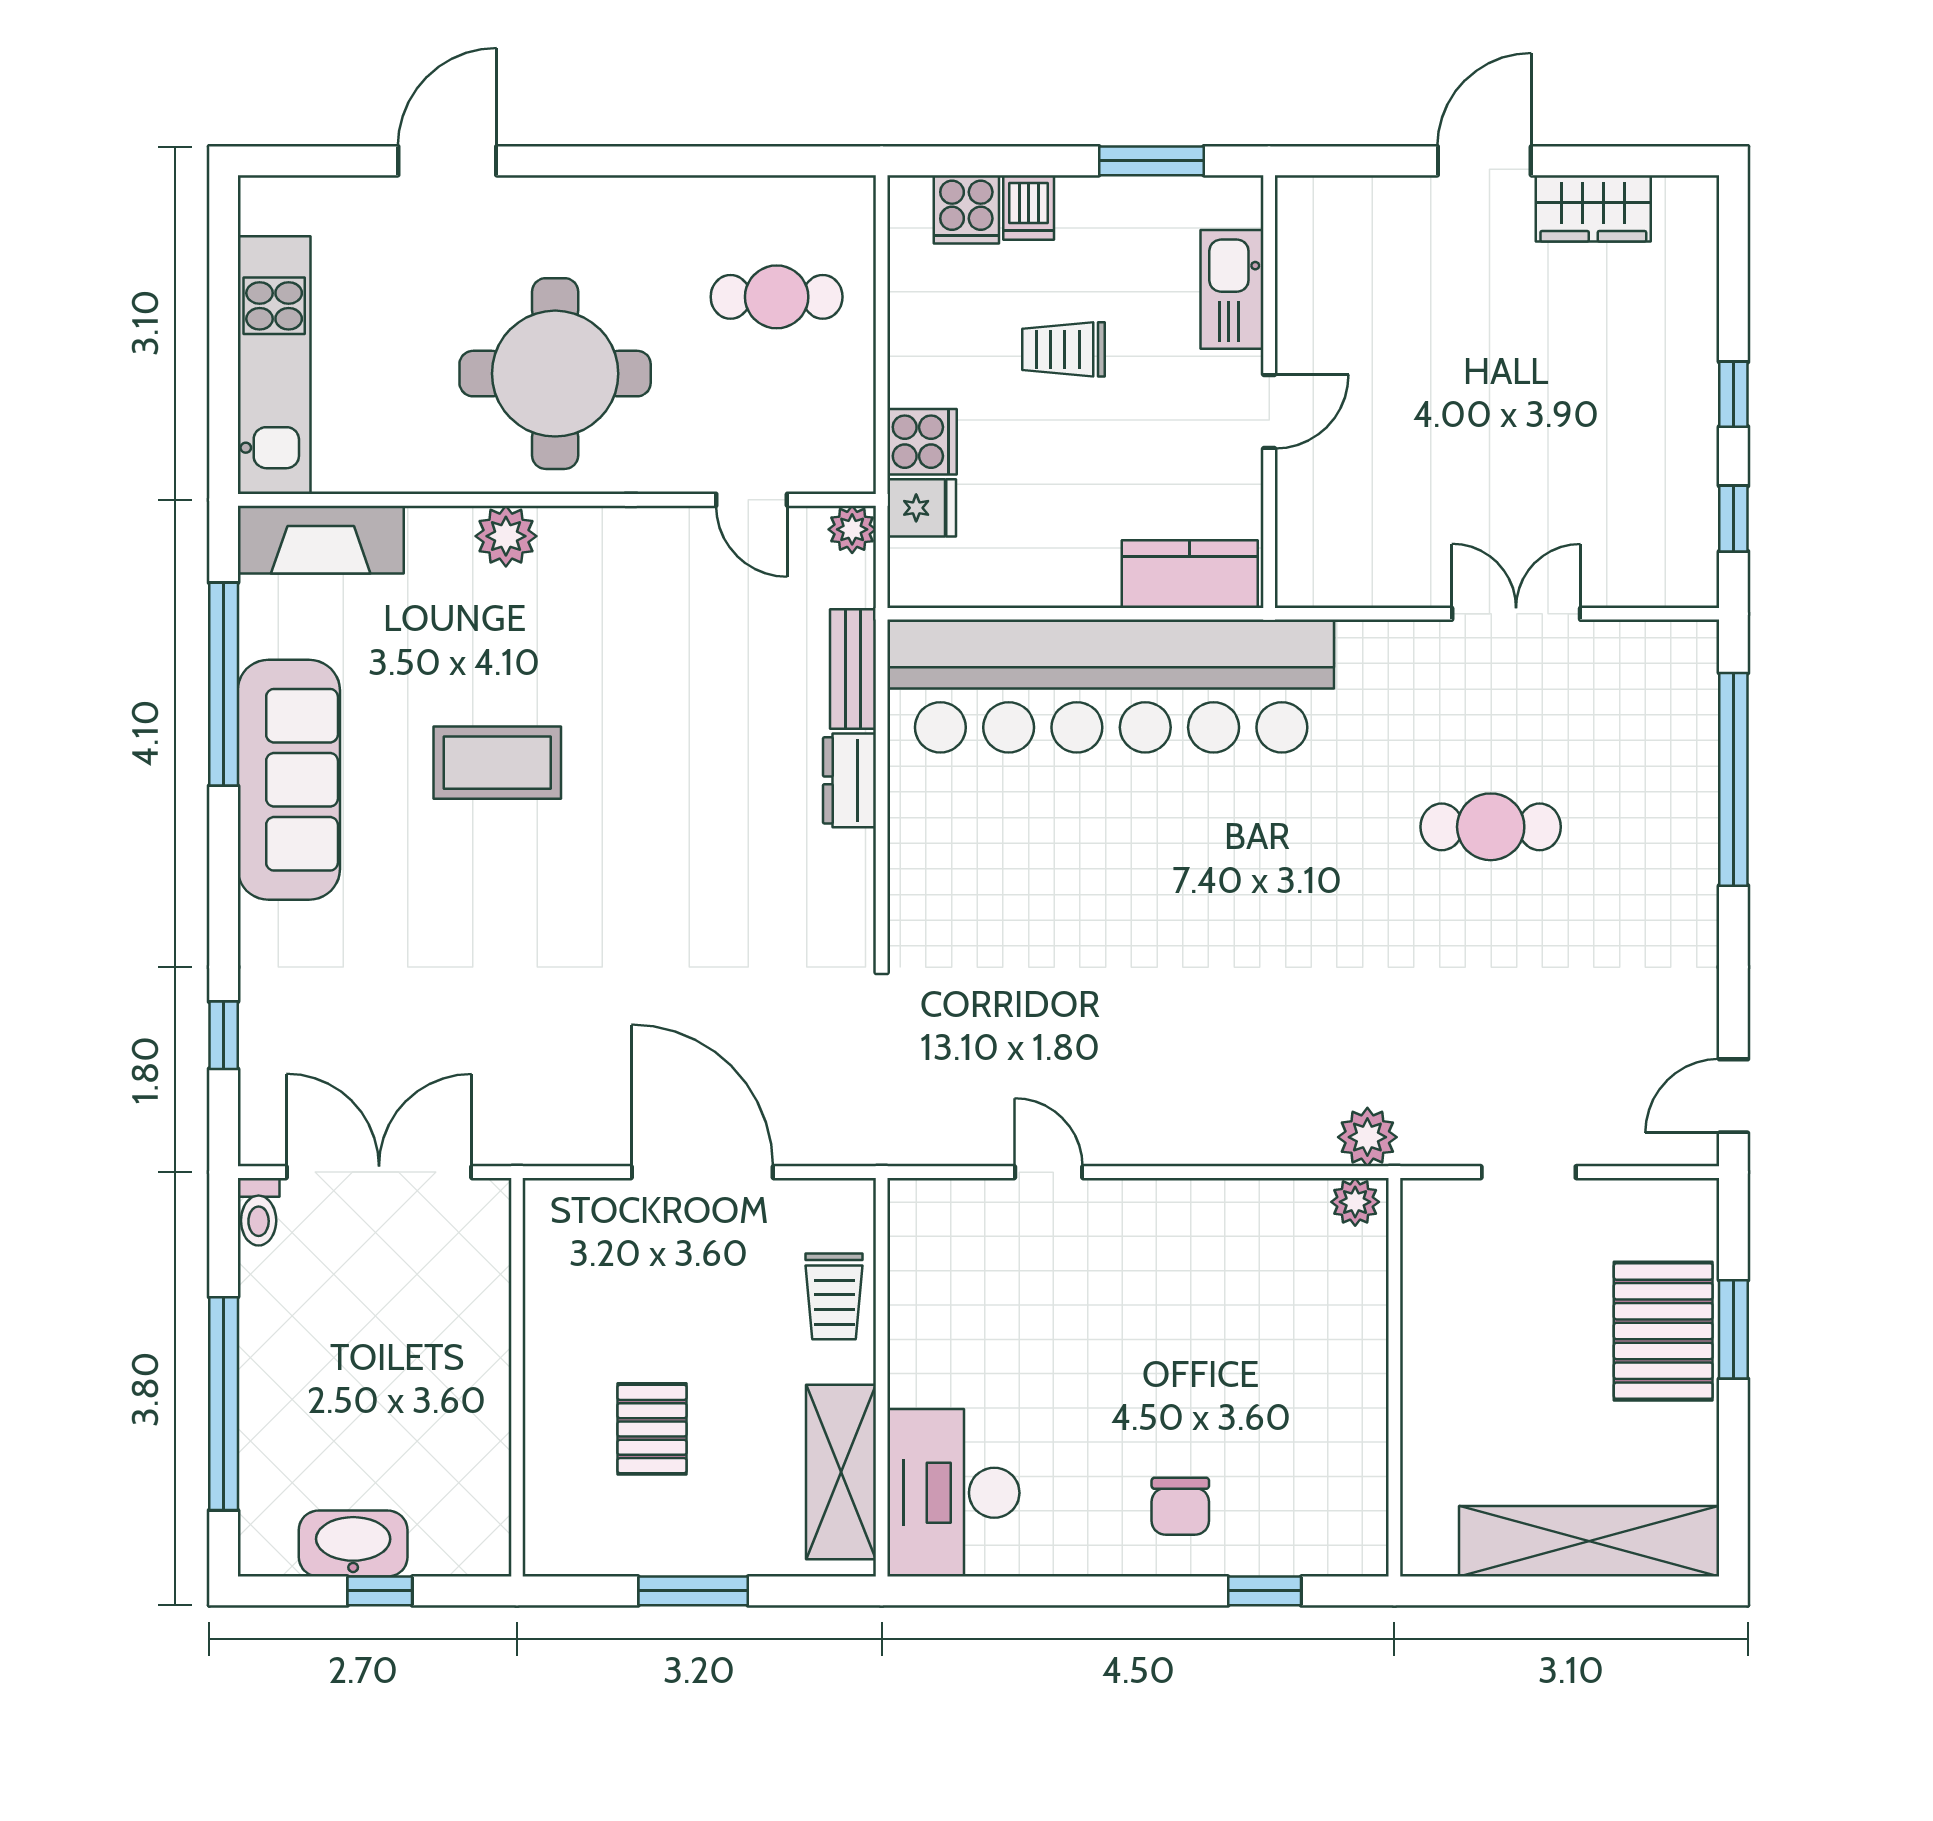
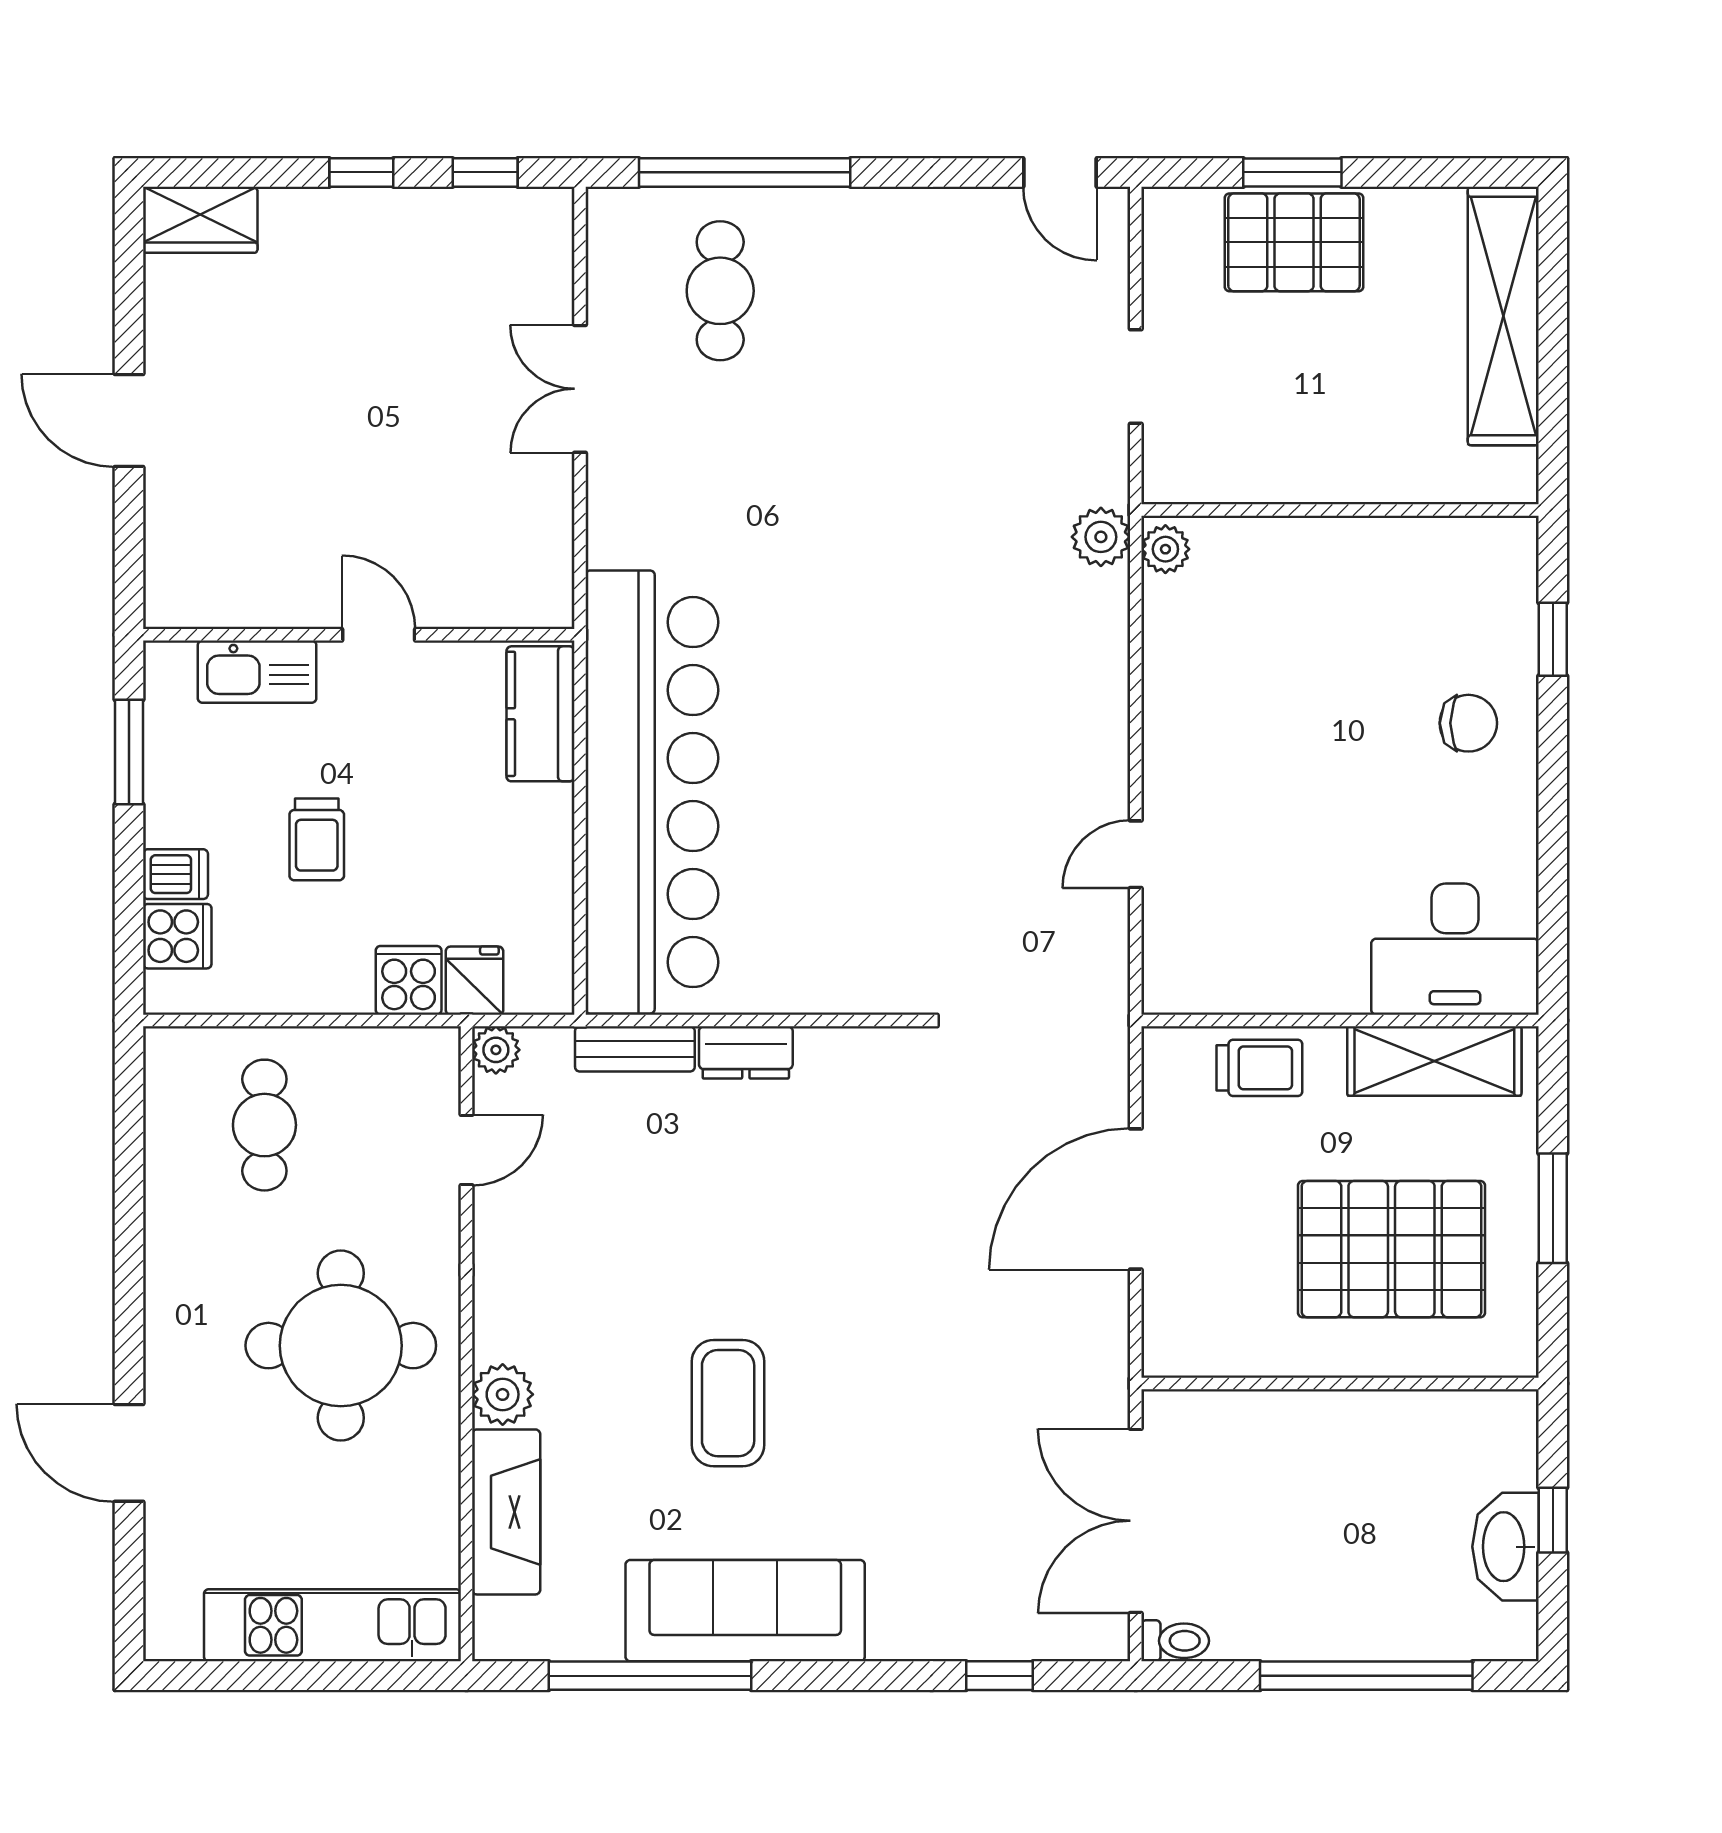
wardrobe: (1593, 208) -> (200, 220), moved, turned 90
fireplace: (321, 540) -> (506, 1512), moved
cafe table: (1491, 827) -> (720, 291), moved
pallet: (652, 1429) -> (1391, 1249), width x2.05, depth x2.00

